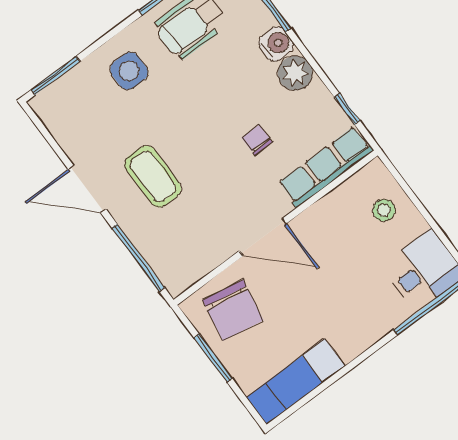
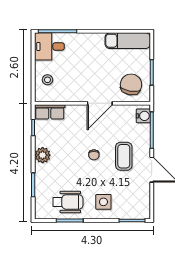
water cooler: (276, 44) -> (143, 116), moved, turned 180
chair: (257, 140) -> (94, 155), moved
row of seats: (326, 167) -> (50, 112), width x0.68
door: (263, 237) -> (100, 103), swing flipped

